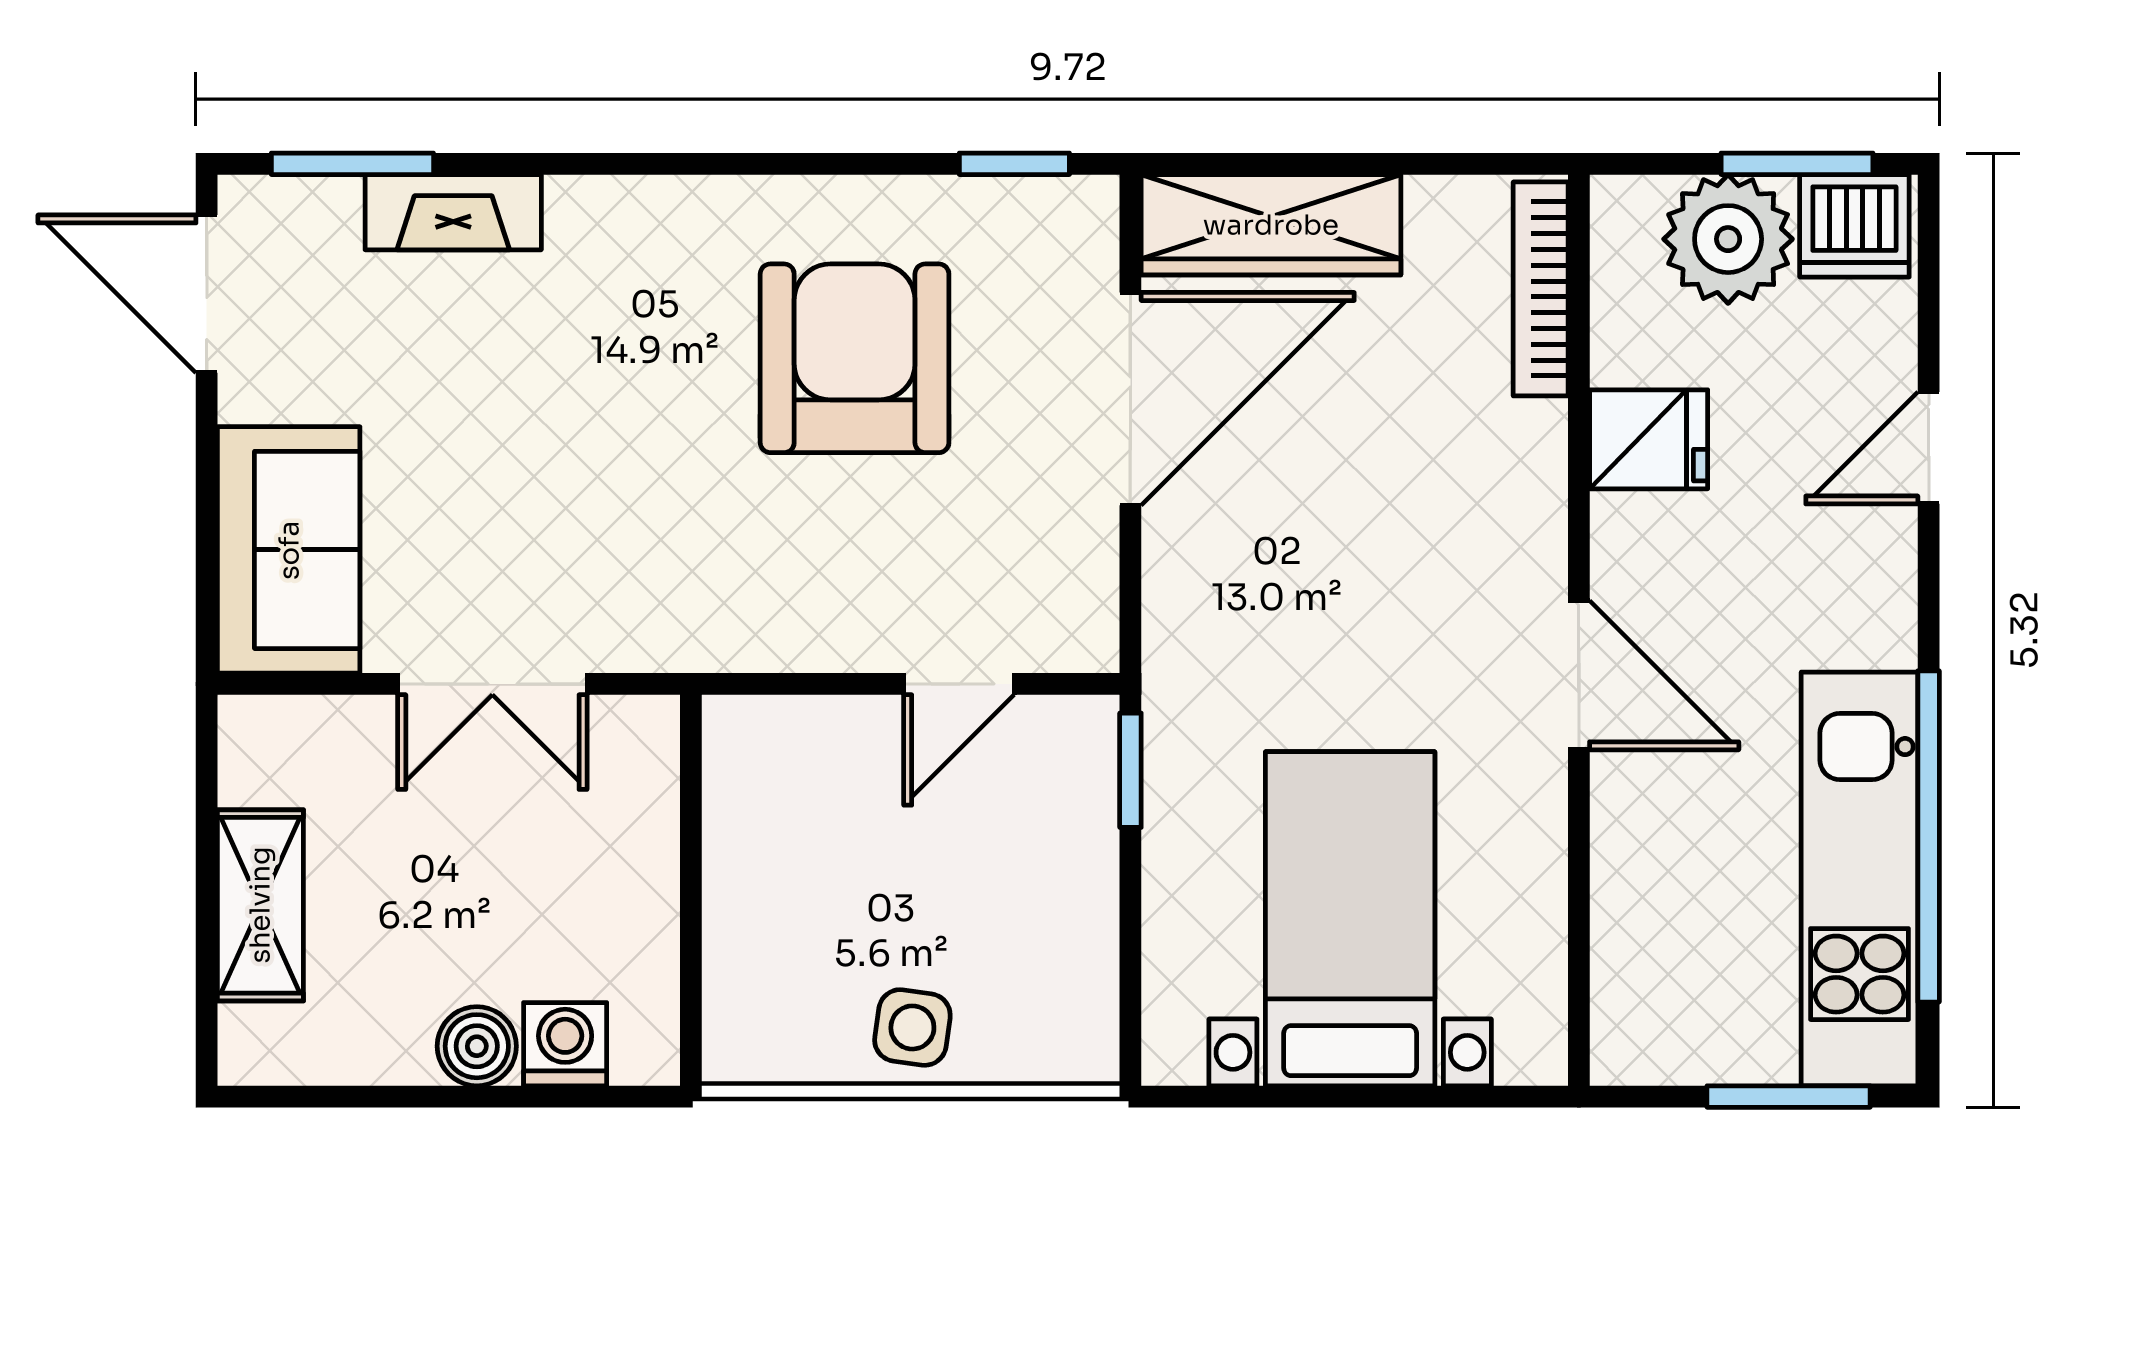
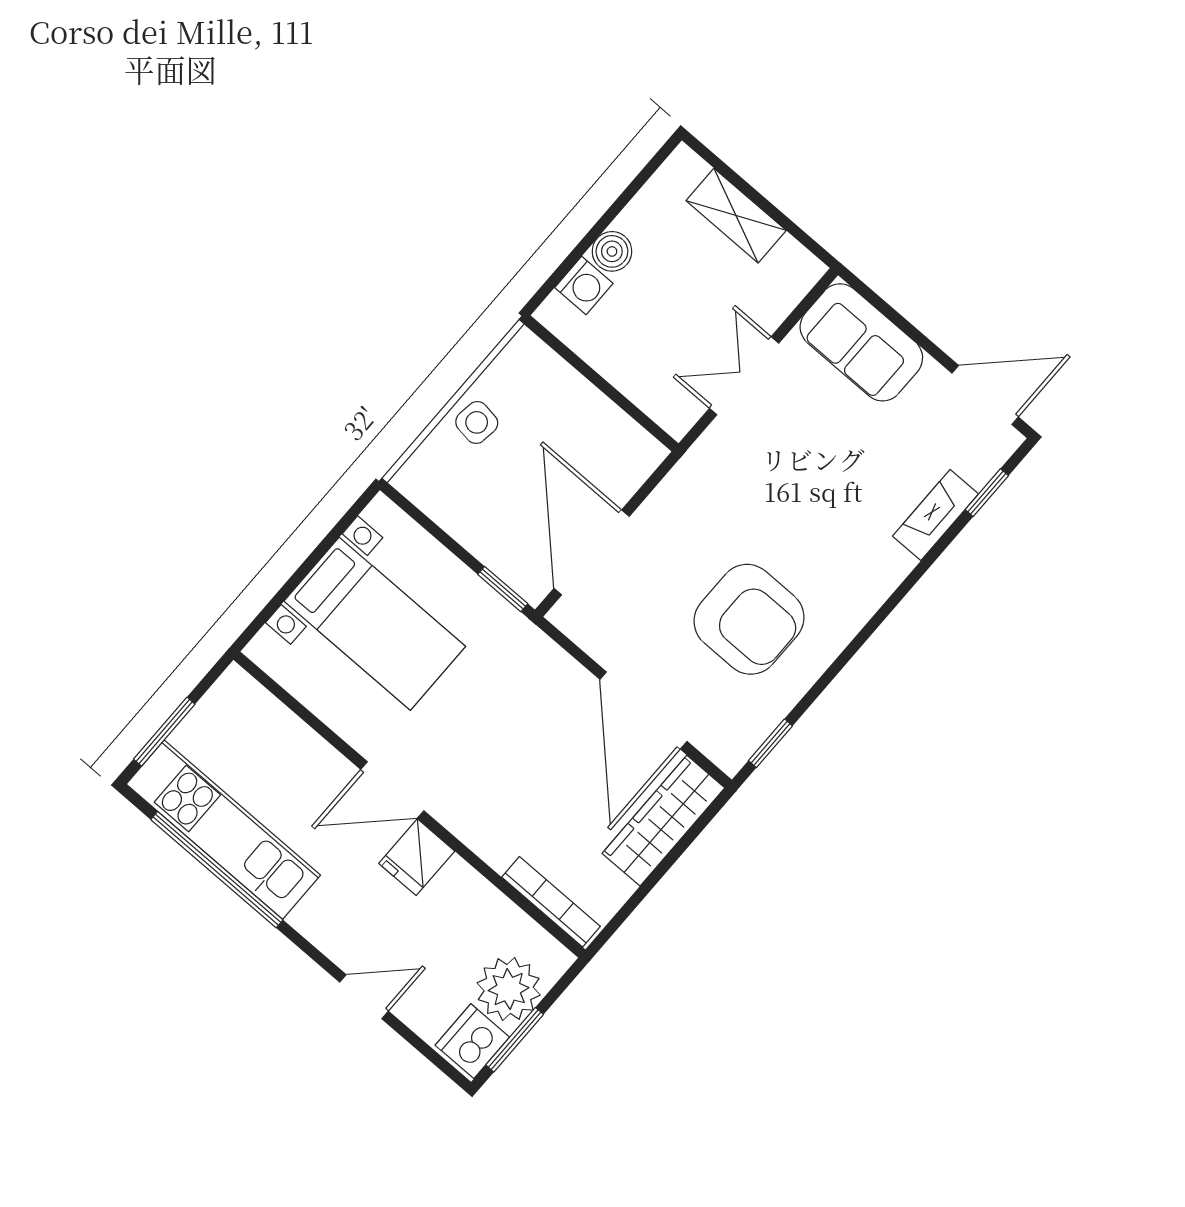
window: (352, 164) -> (987, 493), width x0.67
fridge: (1649, 439) -> (417, 857), moved
door: (1929, 448) -> (364, 997), hinge flipped
door: (959, 684) -> (592, 552), width x1.88

